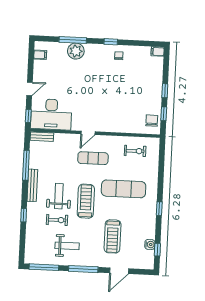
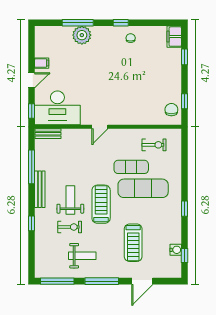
filing cabinet: (158, 51) -> (174, 37), width x2.00
filing cabinet: (40, 55) -> (42, 63), moved
window: (165, 91) -> (185, 57), moved
exercise mat: (93, 158) -> (131, 167), moved

